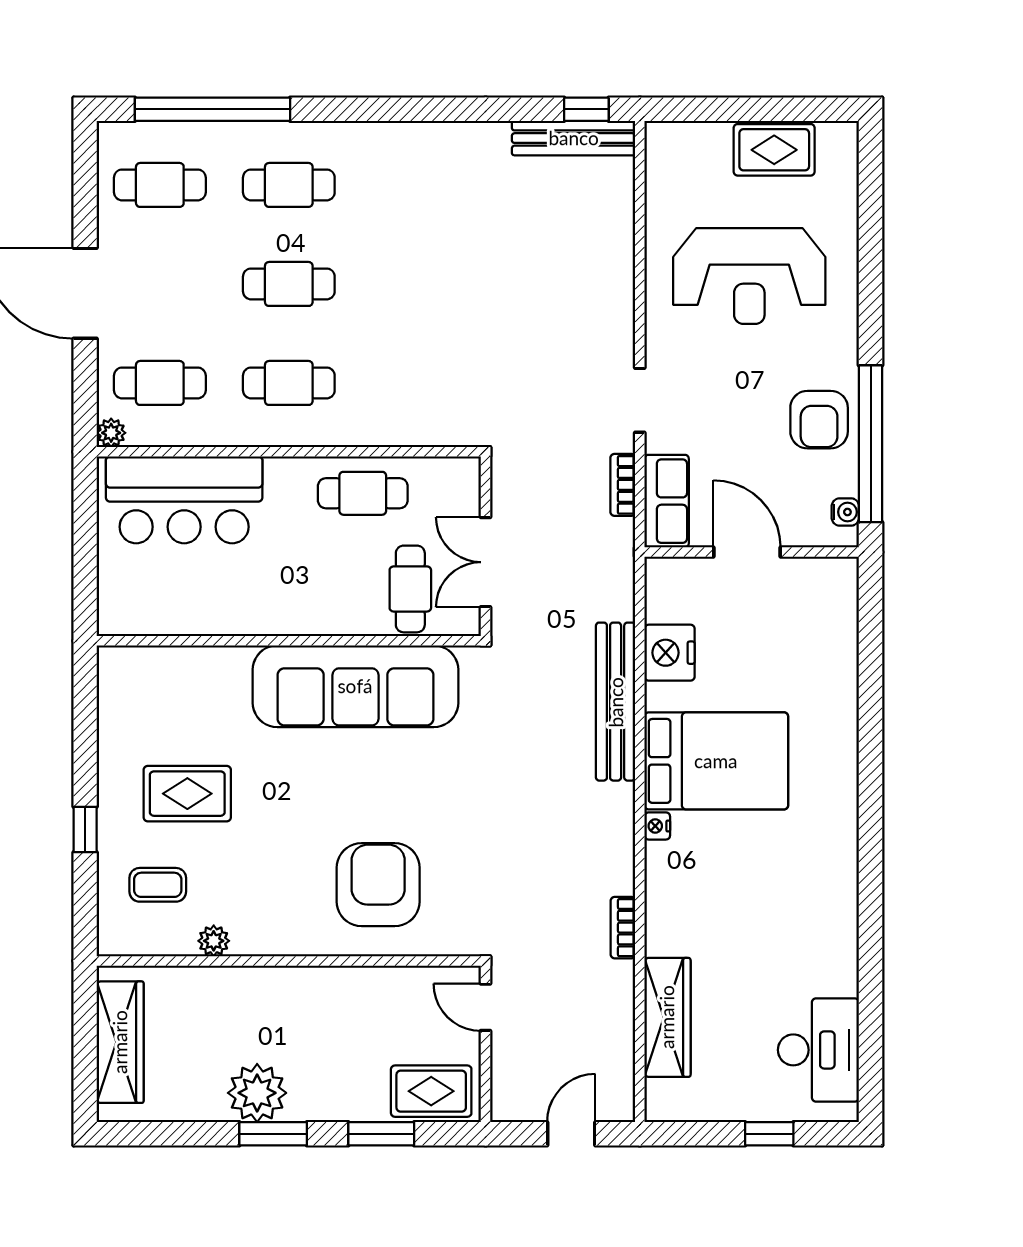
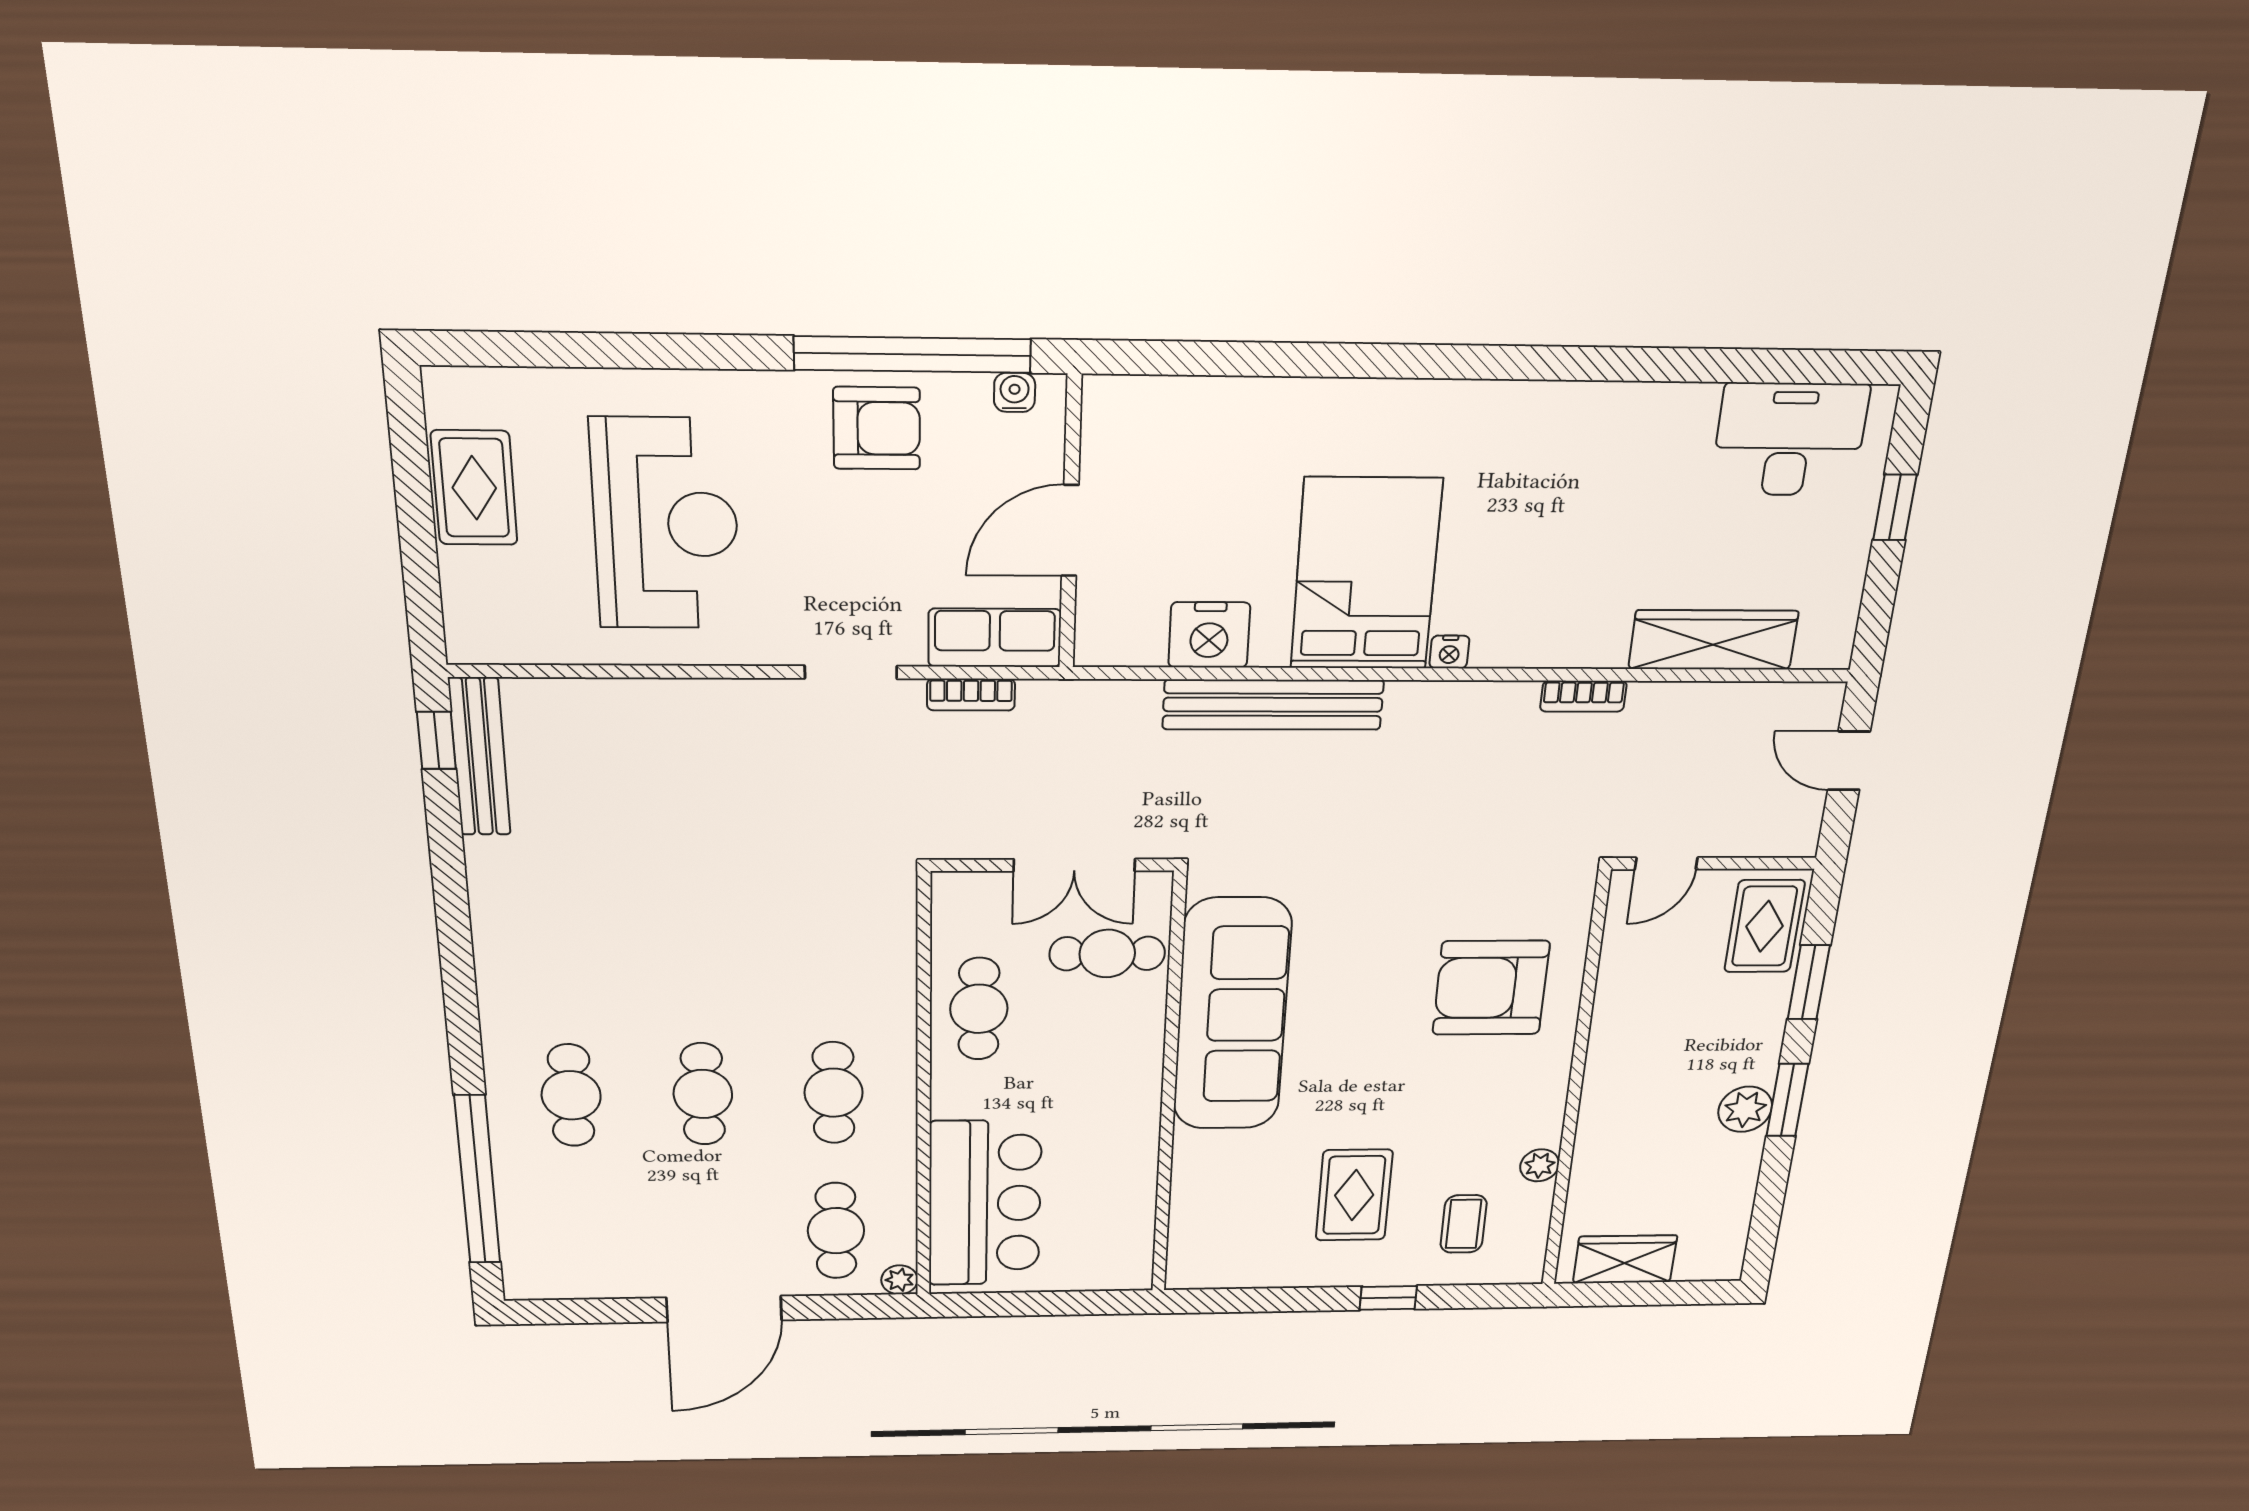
cafe table: (160, 185) -> (581, 1234), removed
wardrobe: (120, 1042) -> (1625, 1259), width x0.67
plant: (257, 1093) -> (1745, 1109), width x0.73, depth x0.73

